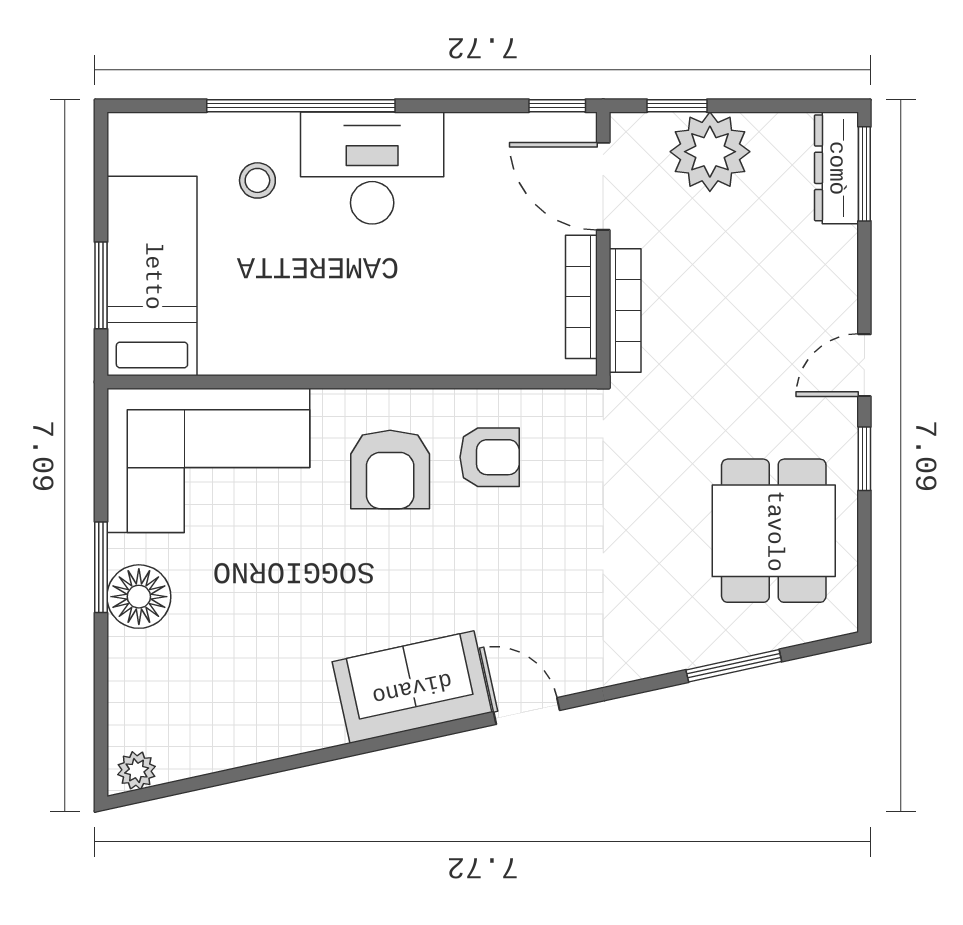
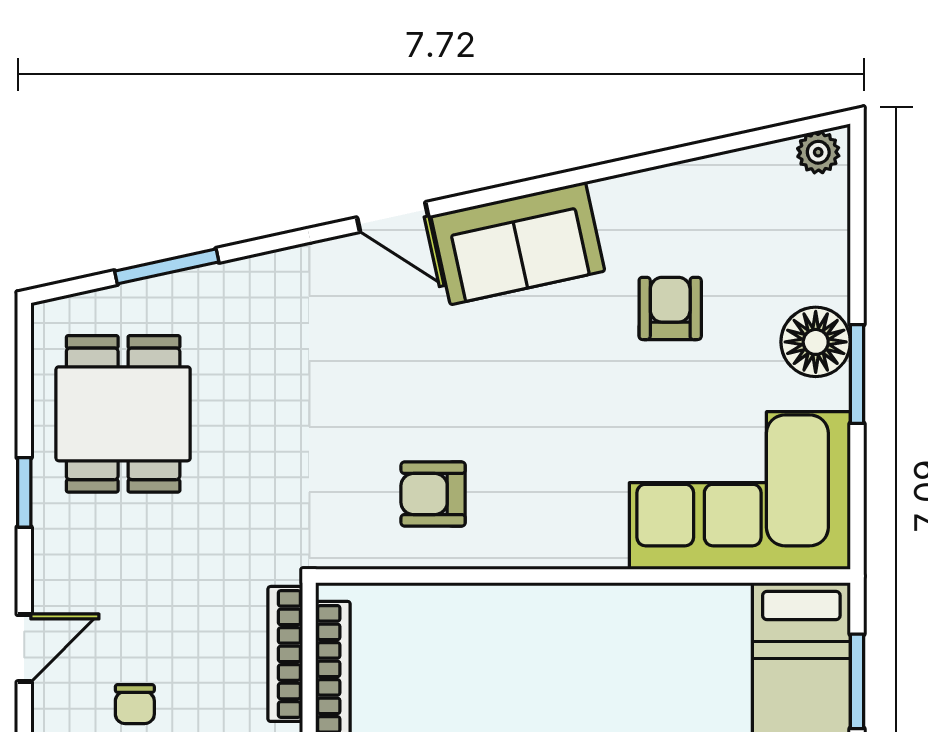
chair: (763, 265) -> (135, 704), added
door: (864, 365) -> (24, 648), moved
armchair: (390, 470) -> (670, 308), moved, width x0.72, depth x0.72

